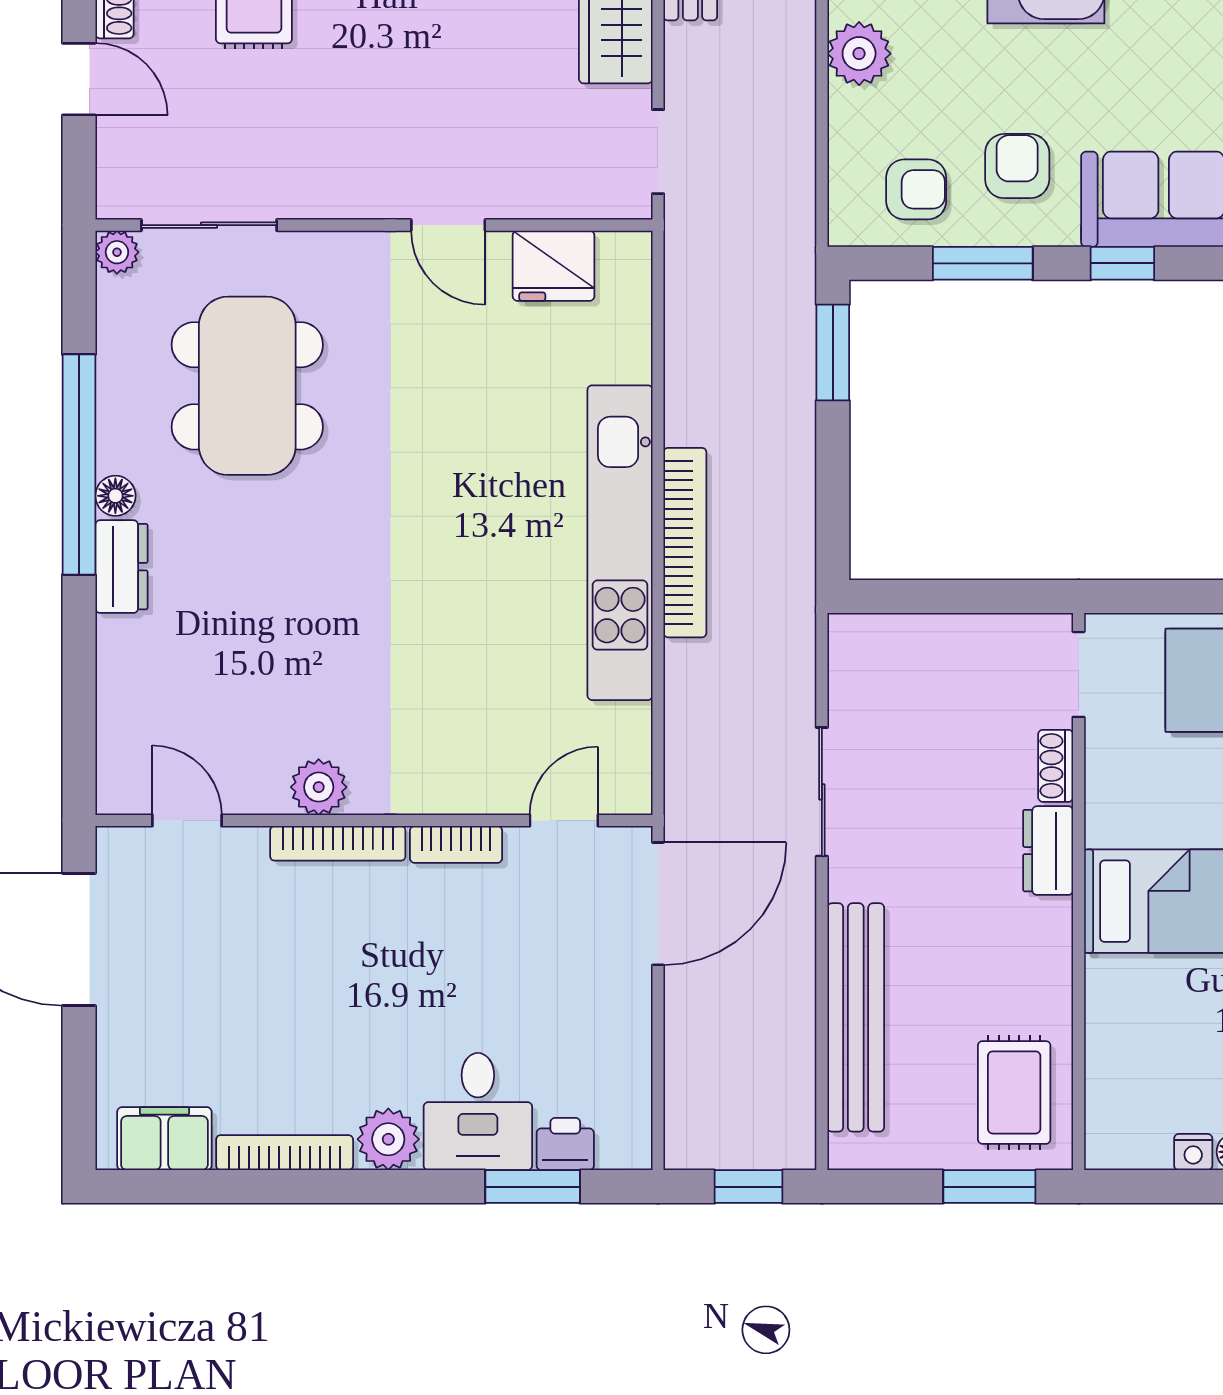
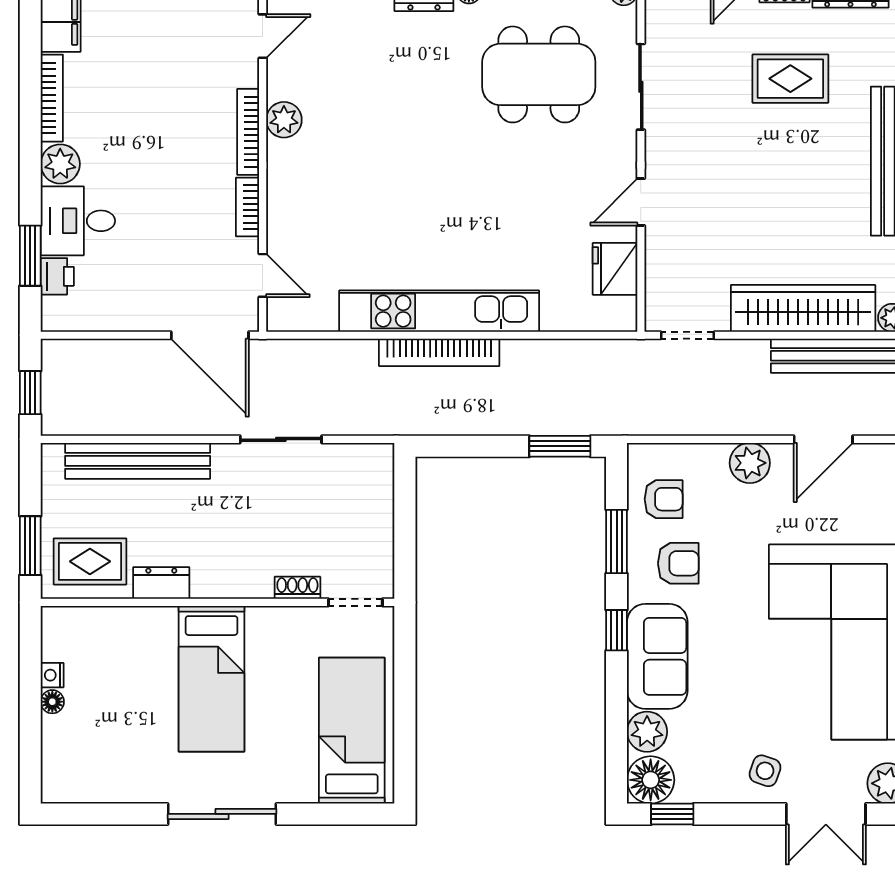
armchair: (916, 189) -> (664, 499), turned -90
sliding door: (209, 225) -> (641, 87), moved
dresser: (1048, 851) -> (161, 583), moved

